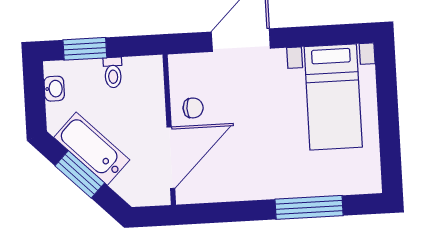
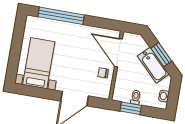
window: (85, 49) -> (131, 108), moved
door: (171, 158) -> (118, 53), hinge flipped
window: (309, 207) -> (61, 16), width x1.46

